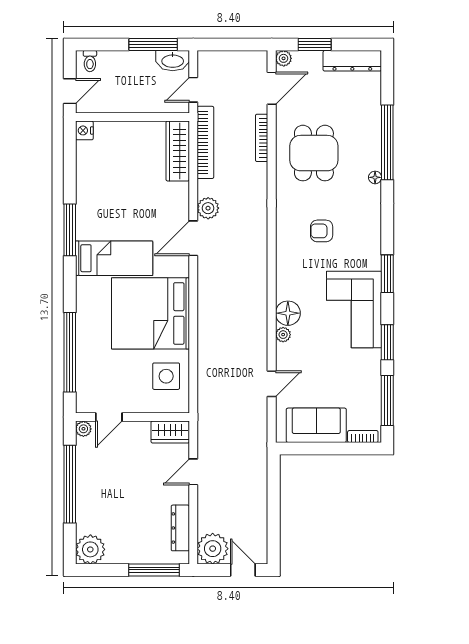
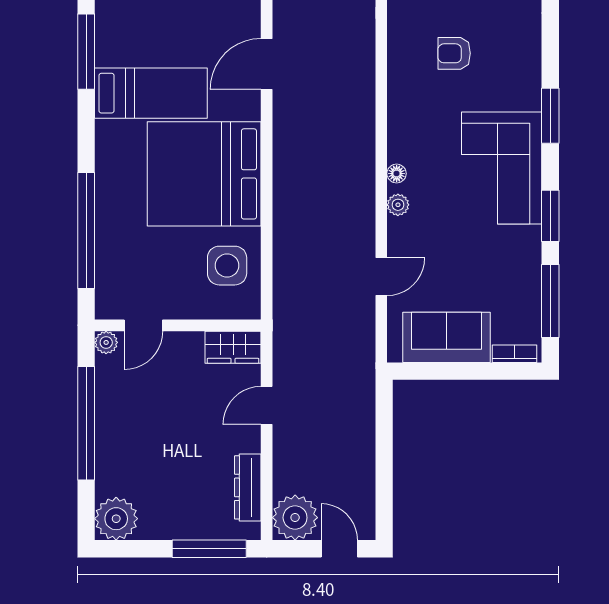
plant: (208, 208) -> (288, 20), removed
floor lamp: (288, 313) -> (397, 174), width x0.53, depth x0.53

